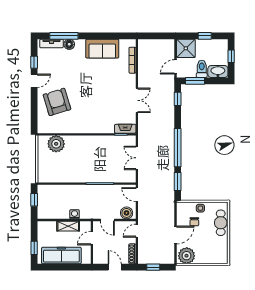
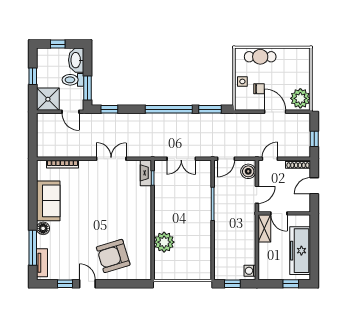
floor lamp: (69, 44) -> (43, 228), moved
plant: (56, 144) -> (164, 242), moved
washing machine: (75, 214) -> (250, 271), moved
shelving: (68, 226) -> (264, 228), moved
door: (137, 231) -> (270, 159), swing flipped

